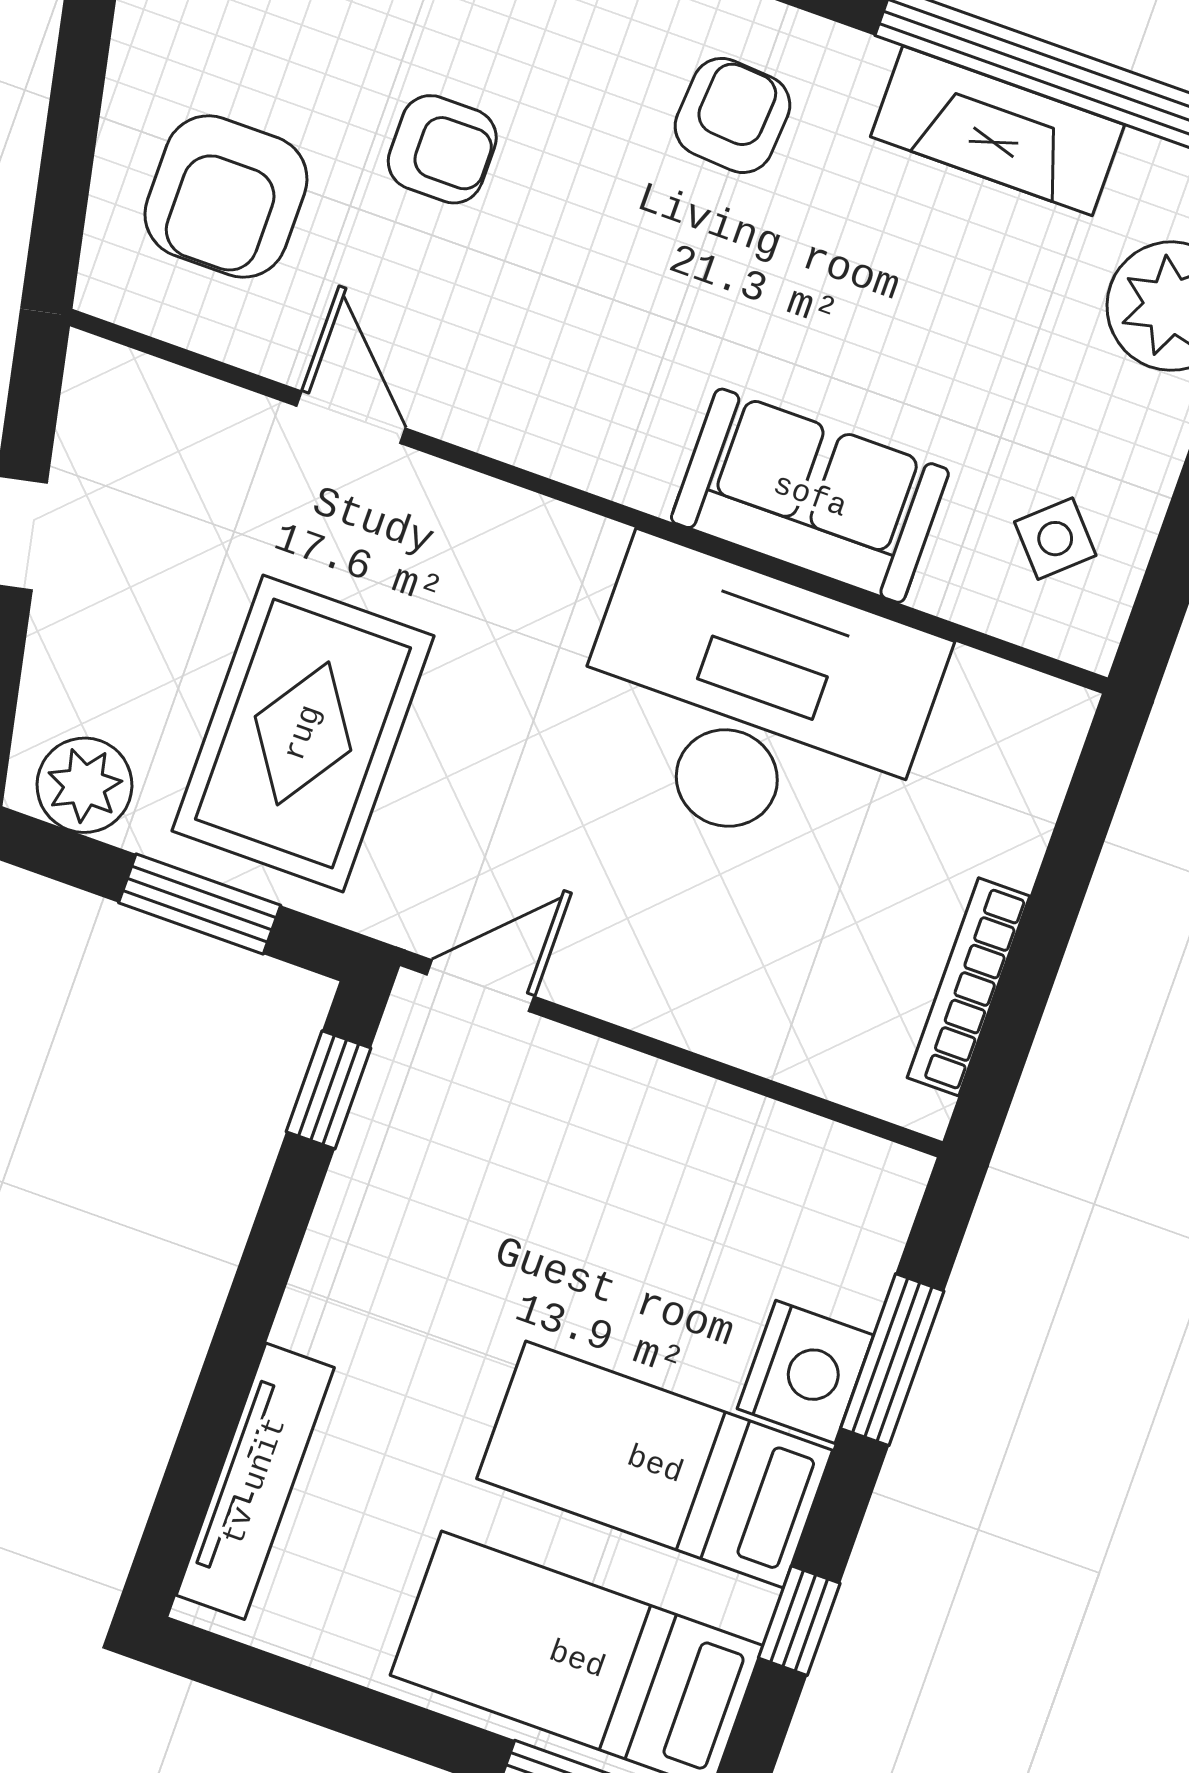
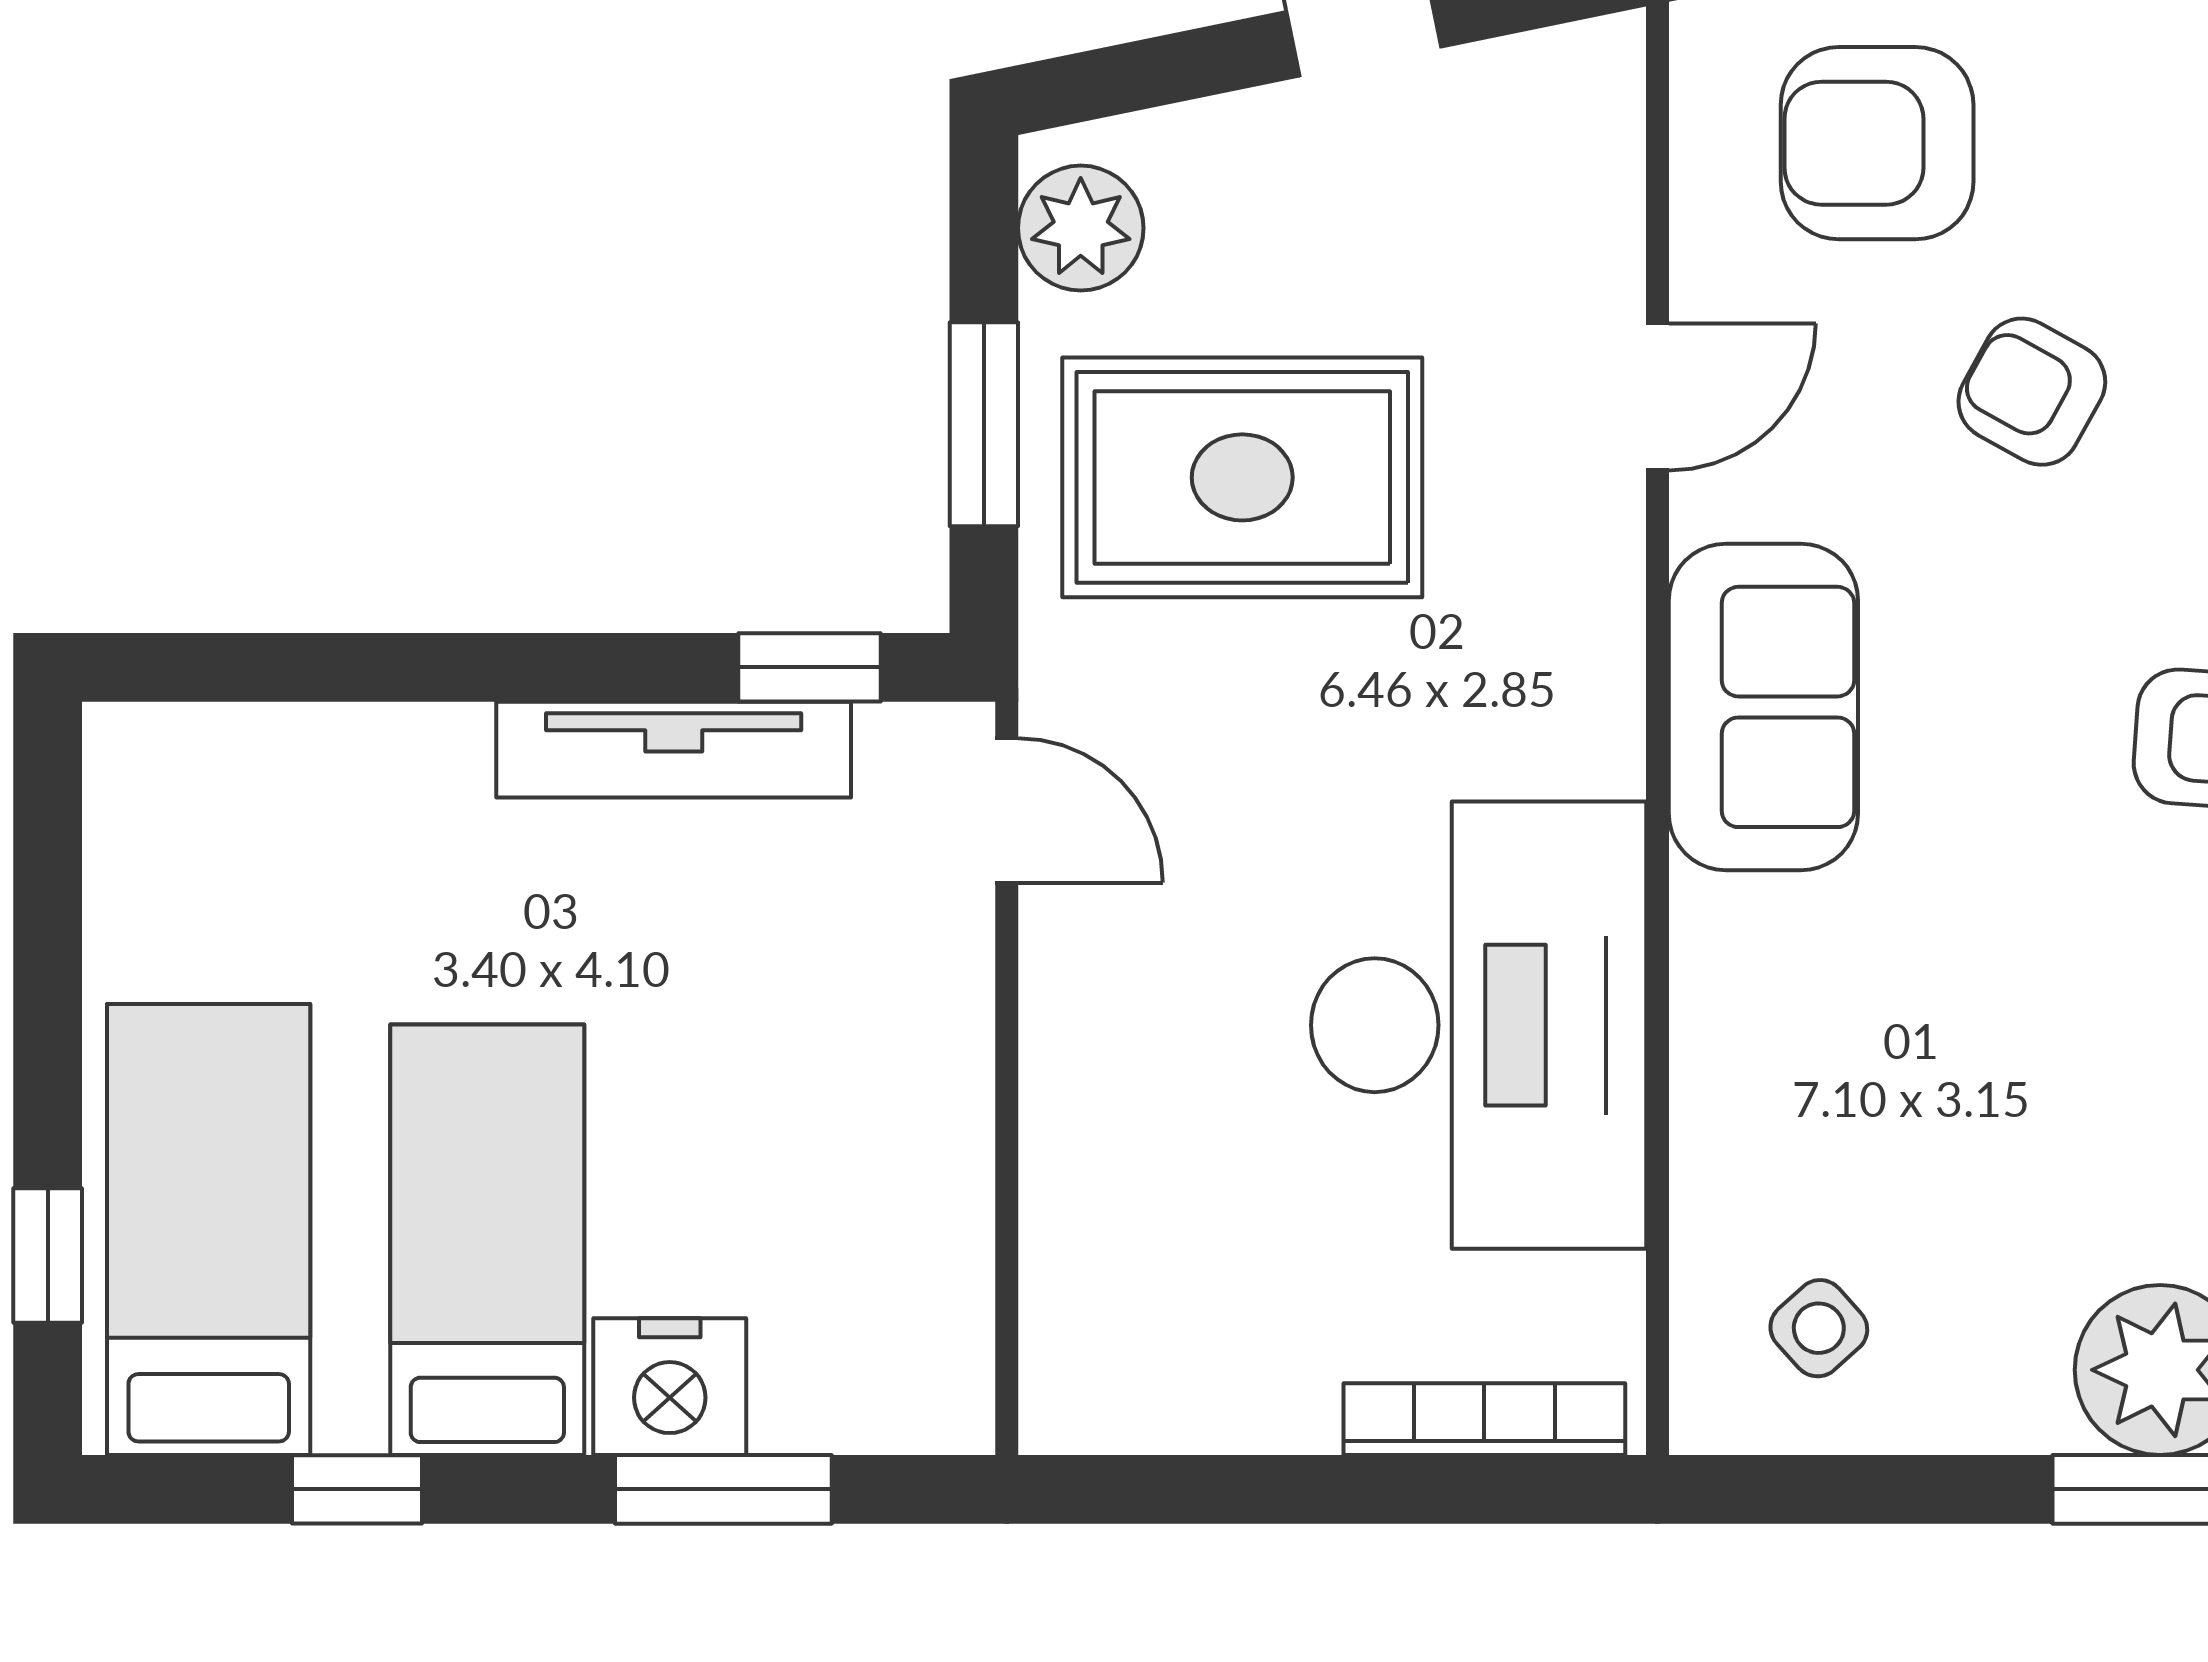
armchair: (442, 149) -> (2032, 392), turned 119
sofa: (810, 496) -> (1763, 707), moved
bookcase: (969, 987) -> (1484, 1419), moved
tv unit: (255, 1481) -> (674, 750), moved

